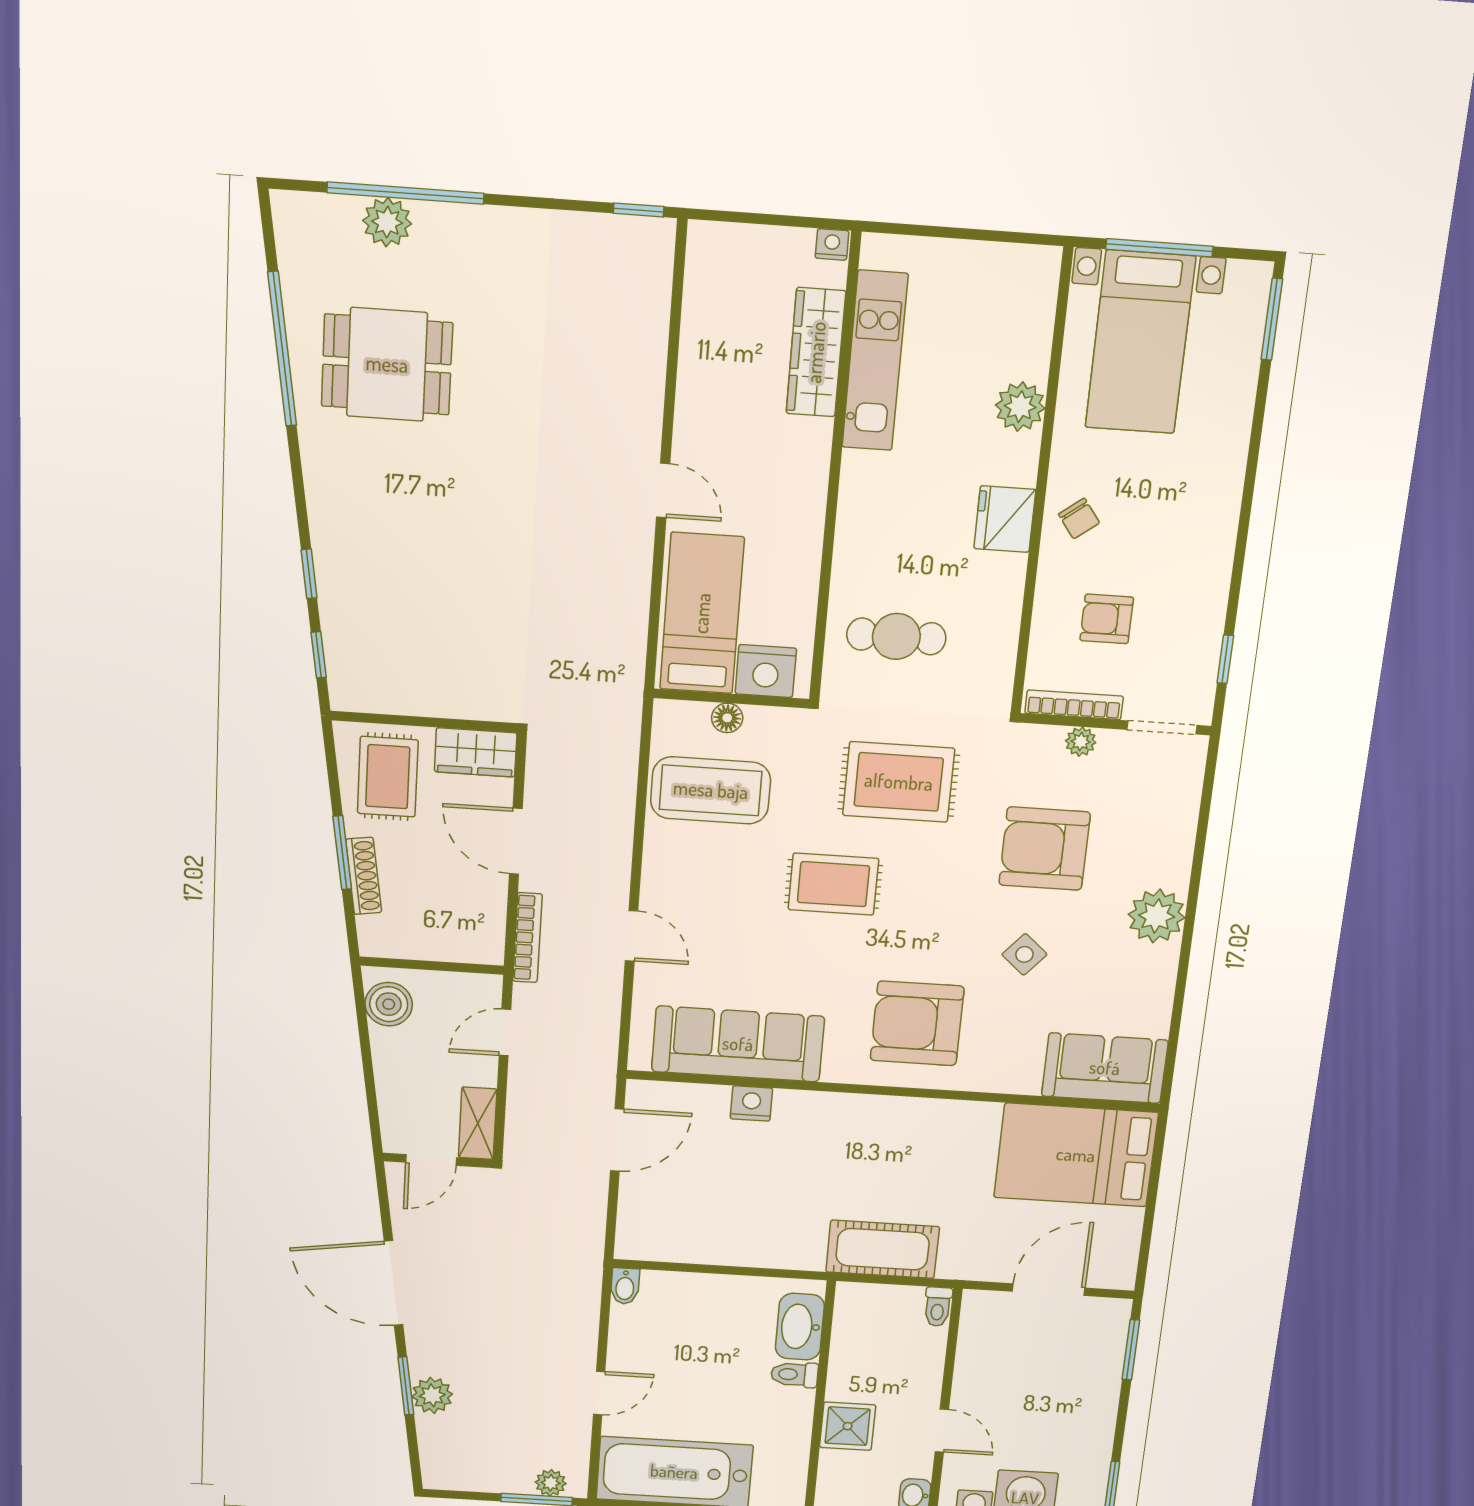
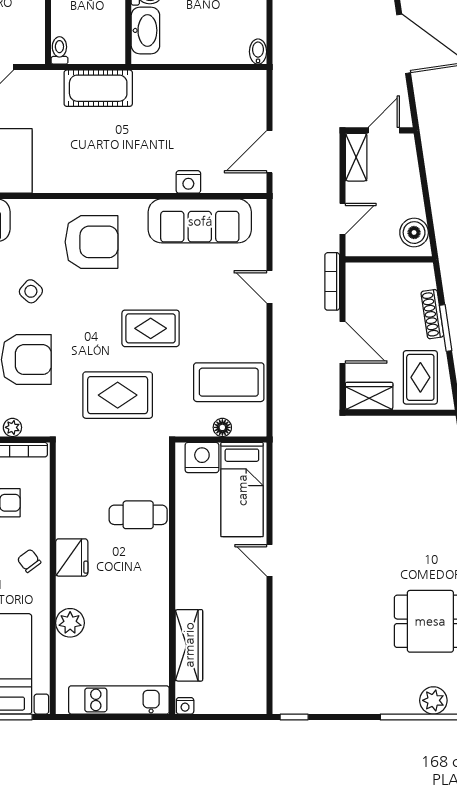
kitchen unit: (875, 361) -> (119, 700), moved, turned 90
cafe table: (896, 636) -> (138, 515), moved

